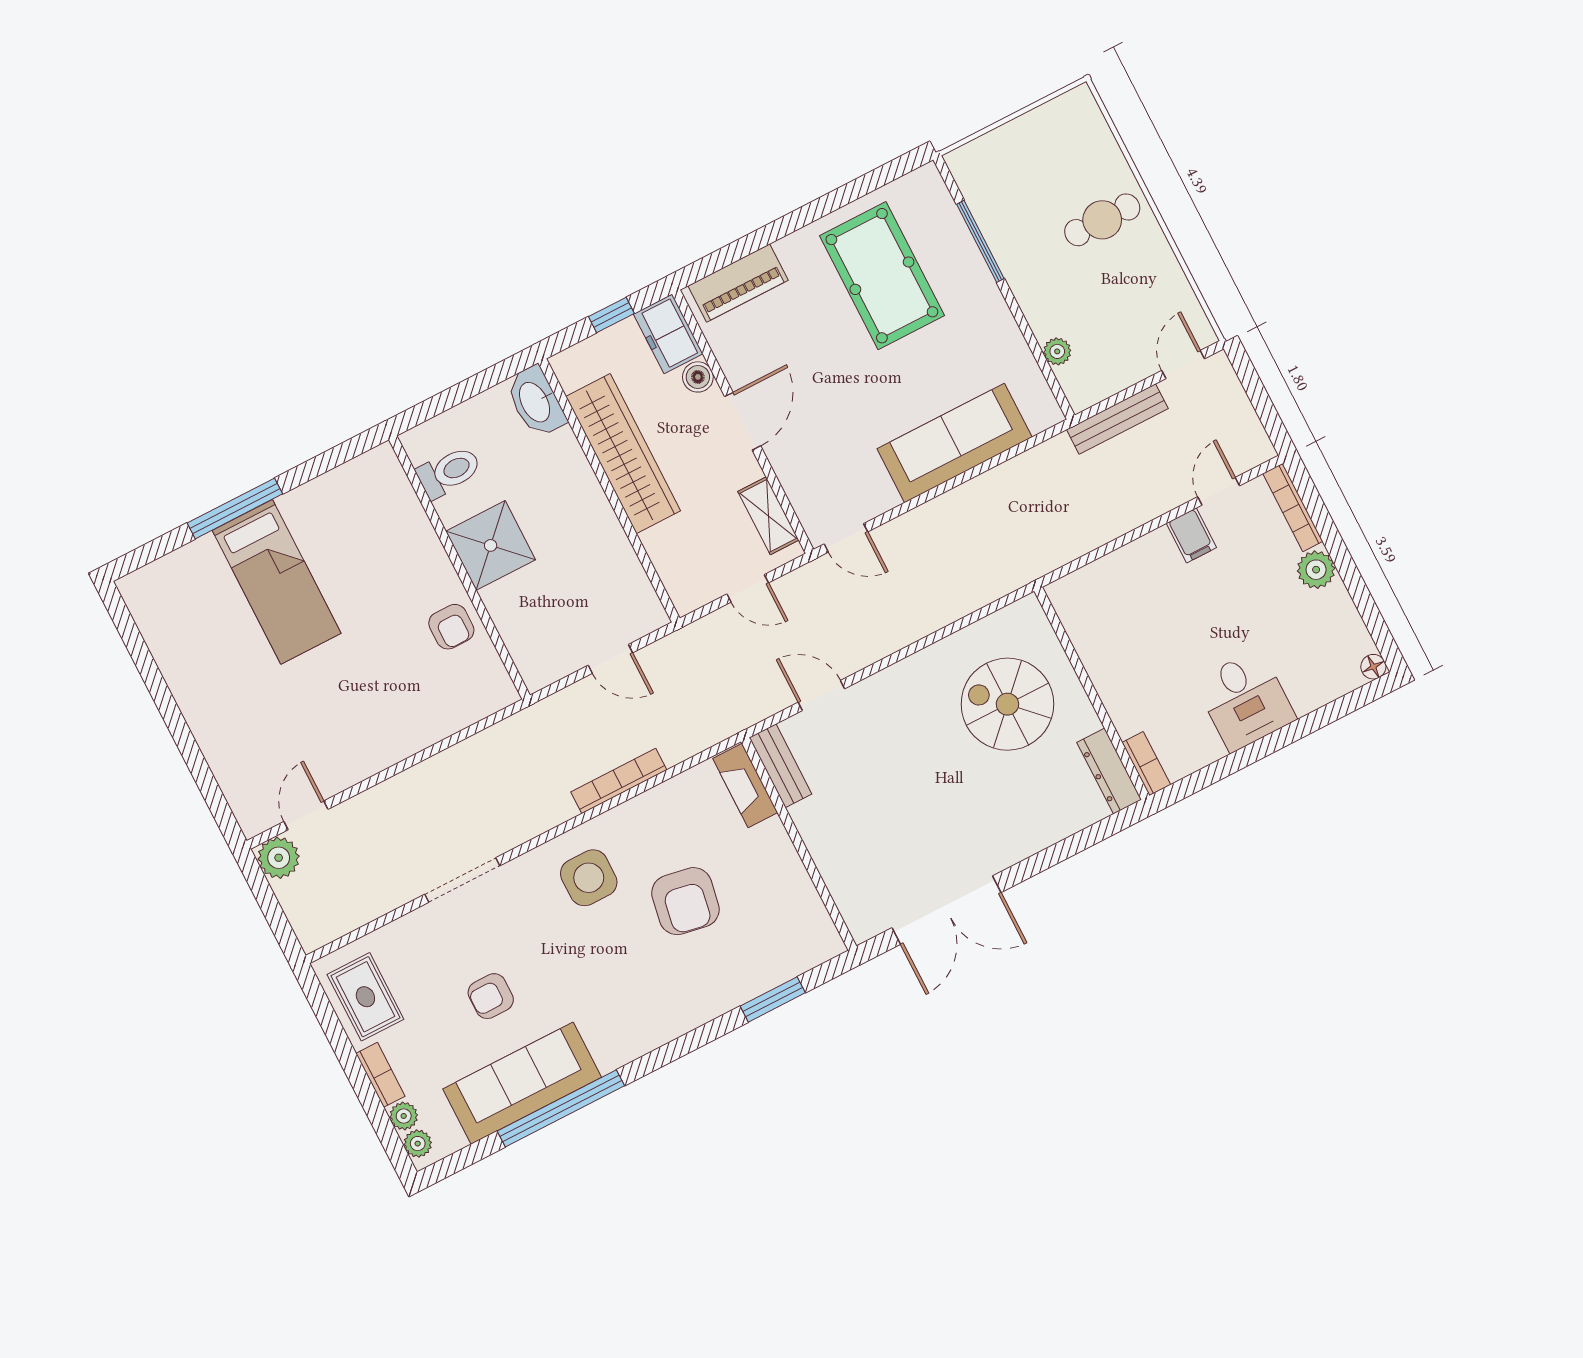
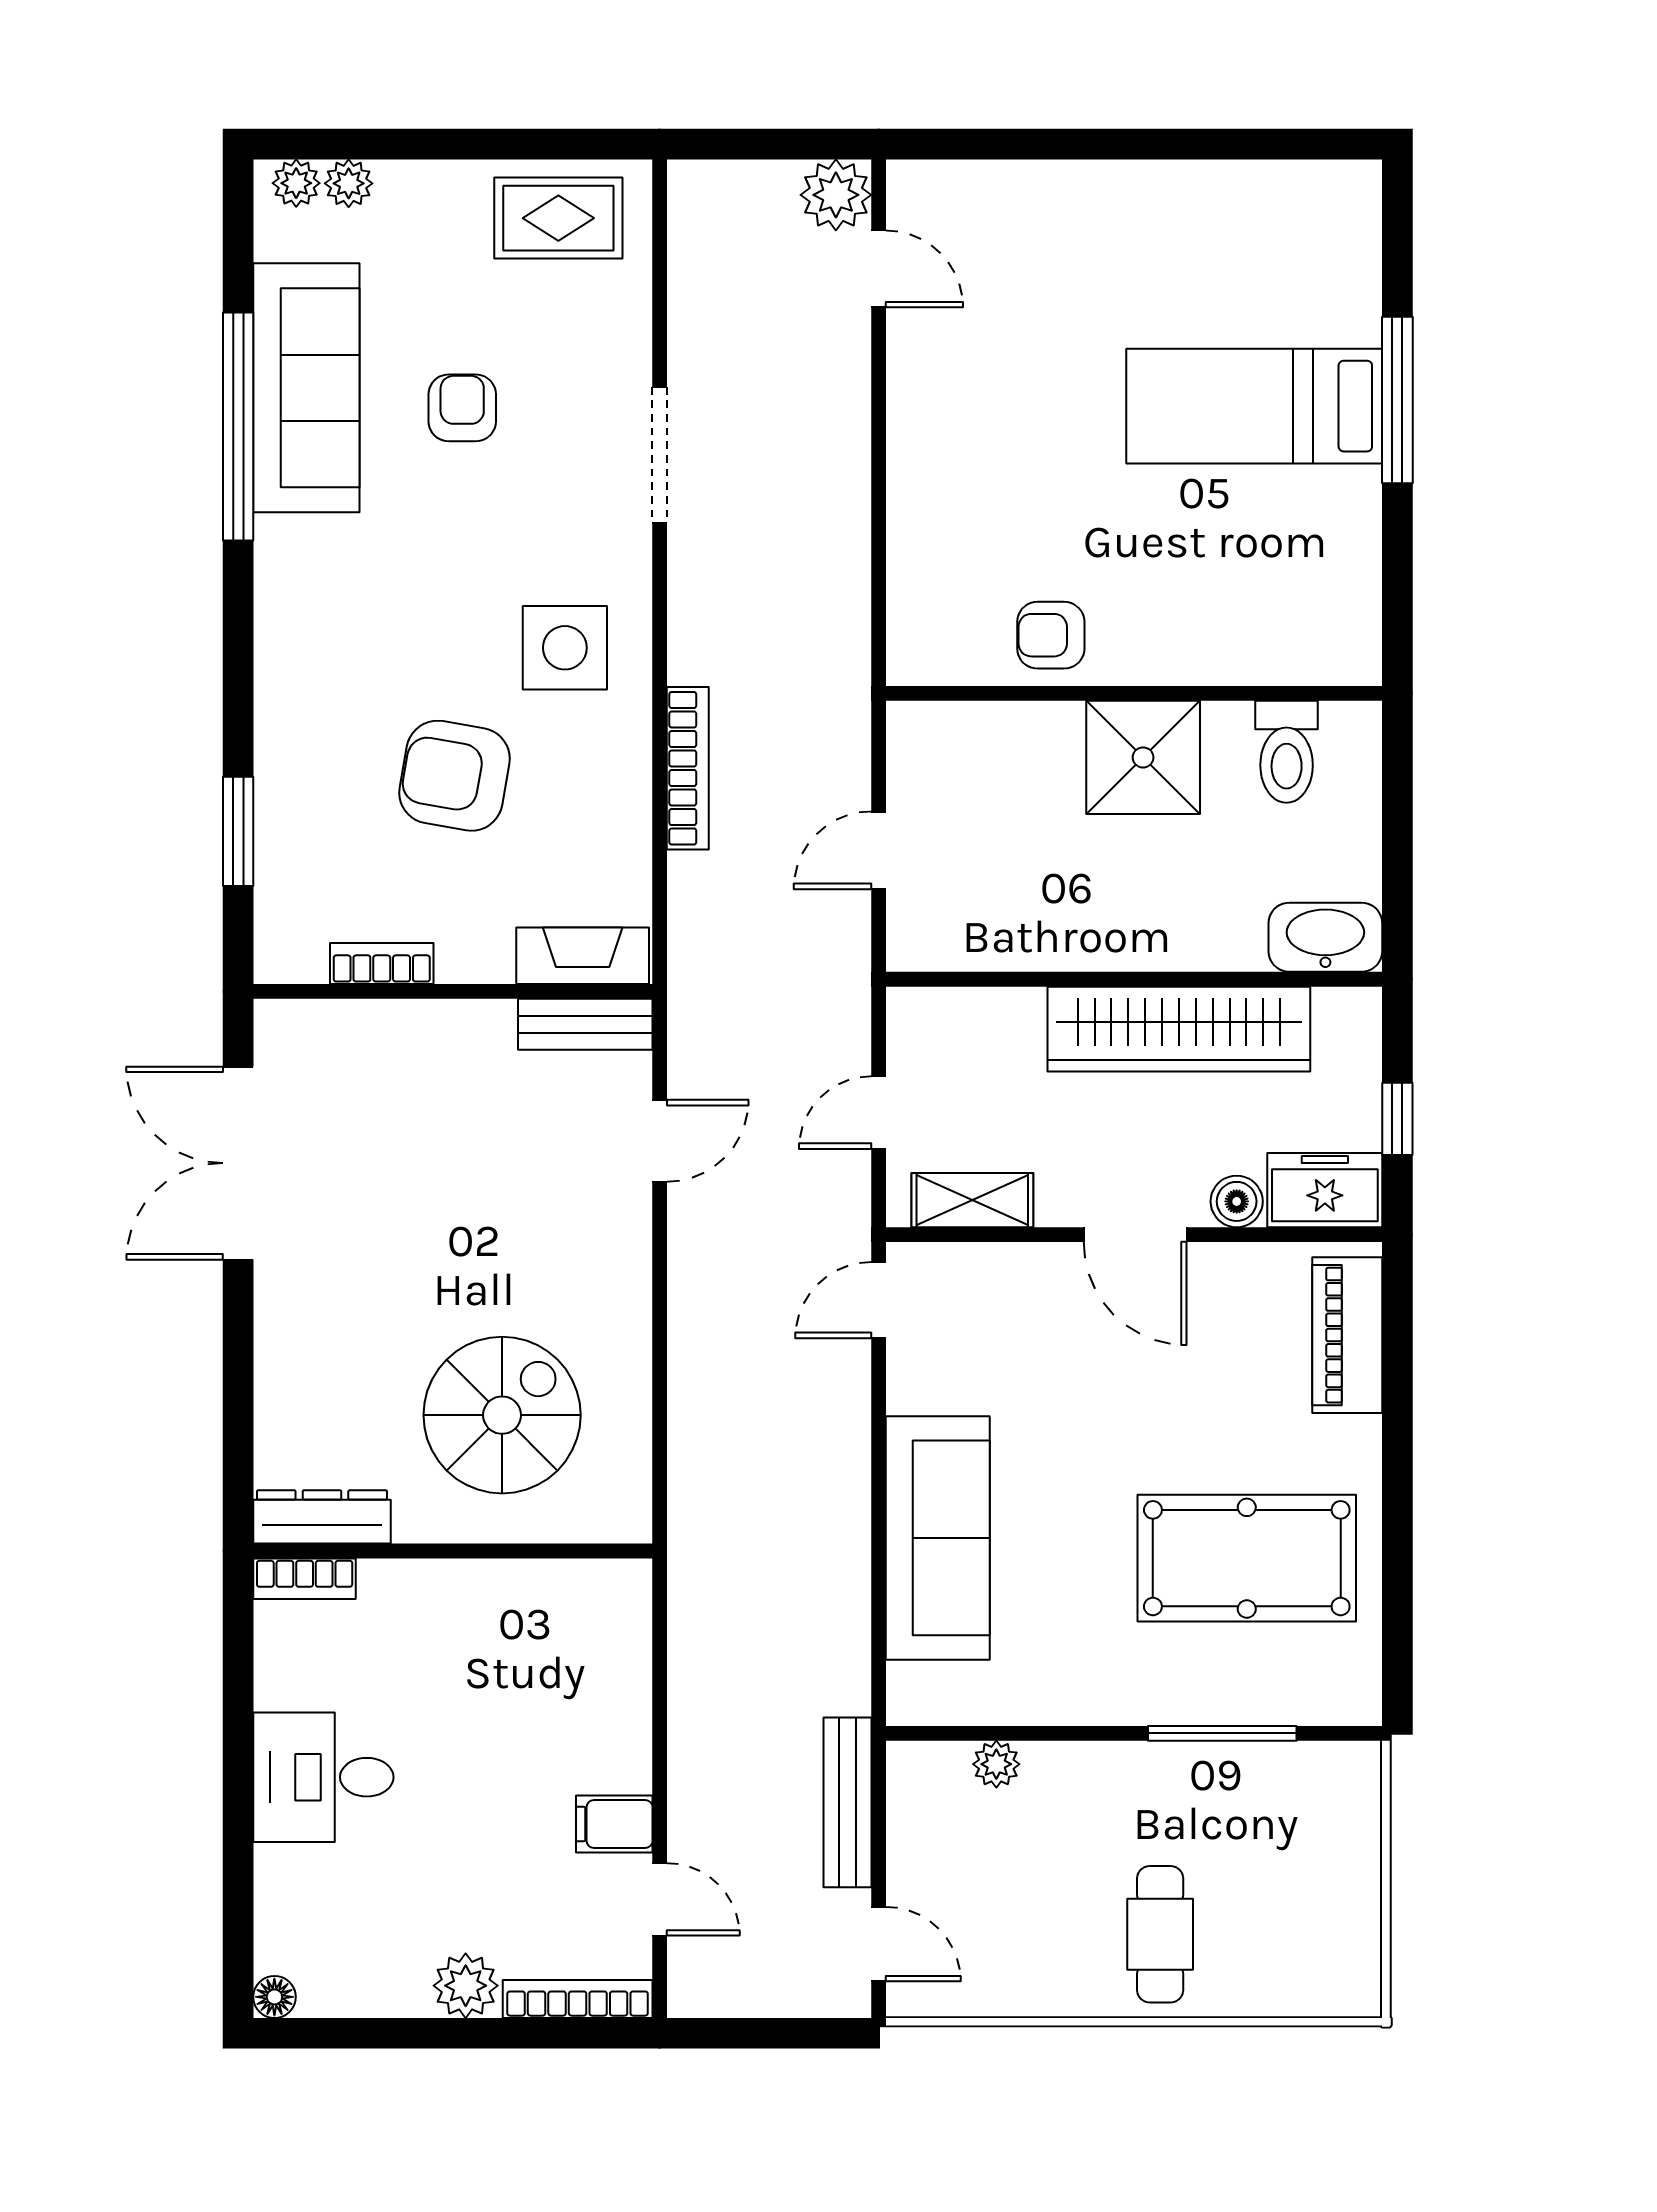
bookcase: (380, 1075) -> (382, 963), moved, turned 180

